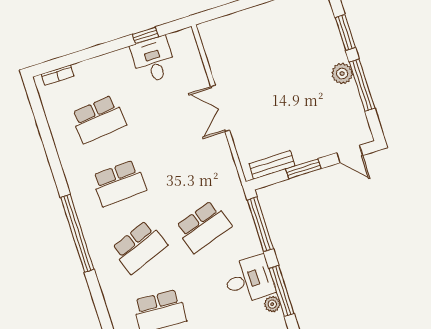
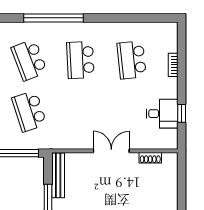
shoe rack: (213, 57) -> (150, 158), added
bookcase: (58, 75) -> (173, 65), moved
bench: (272, 165) -> (58, 175), width x1.36

